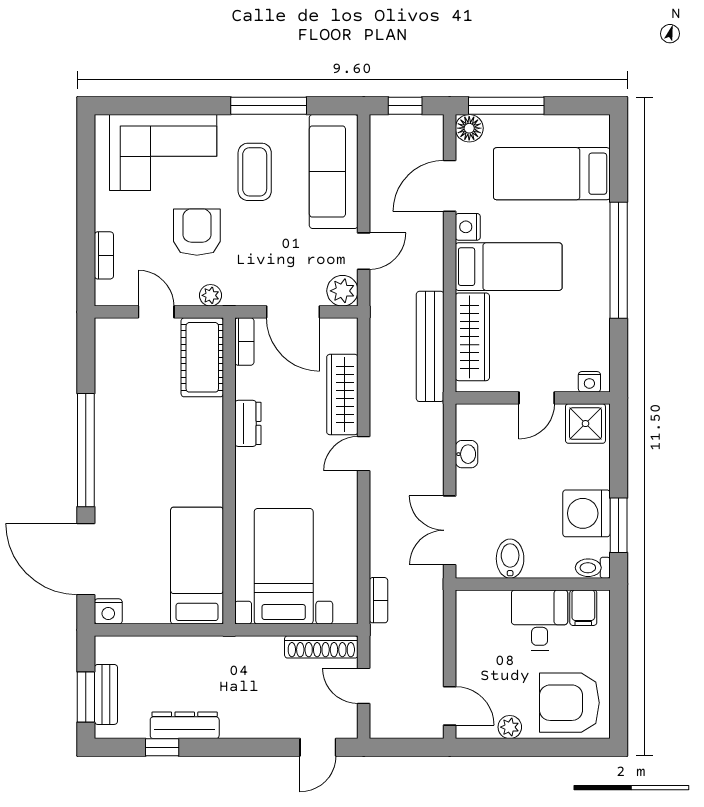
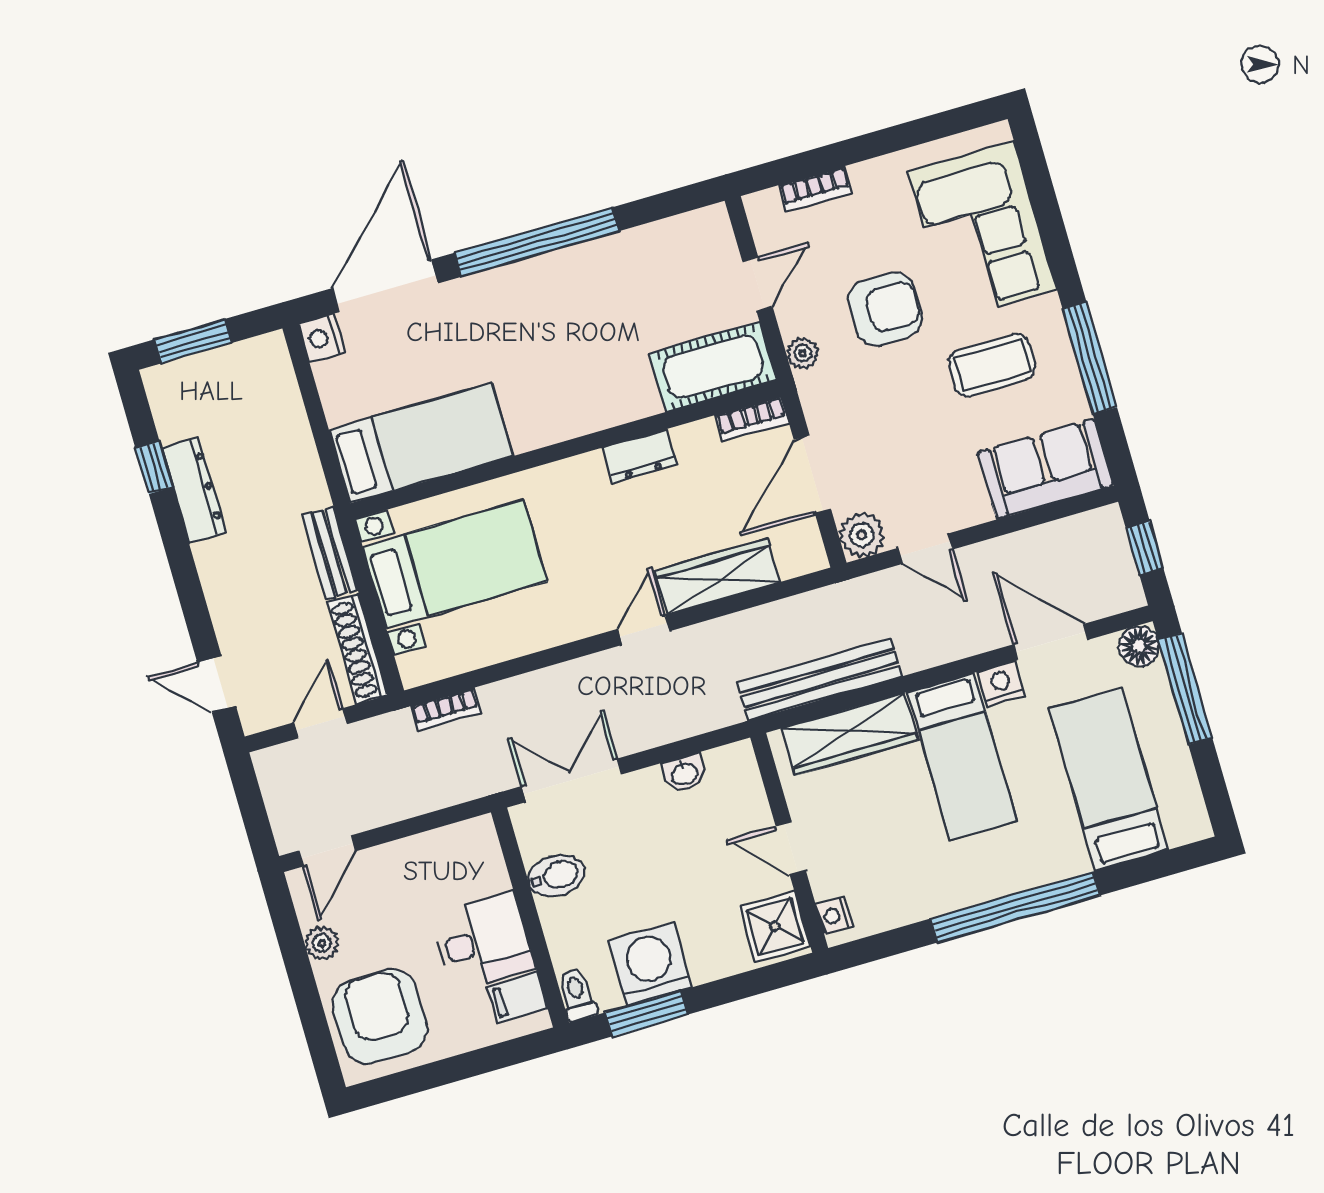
sofa: (334, 171) -> (1045, 469), width x0.73
door: (364, 454) -> (644, 630), hinge flipped
bench: (106, 694) -> (330, 553), moved, turned 90

